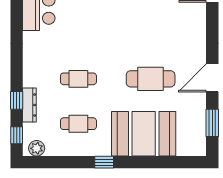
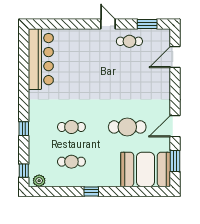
window: (17, 100) -> (24, 129), moved
dresser: (29, 105) -> (34, 147), removed
booth: (144, 134) -> (146, 169), moved

